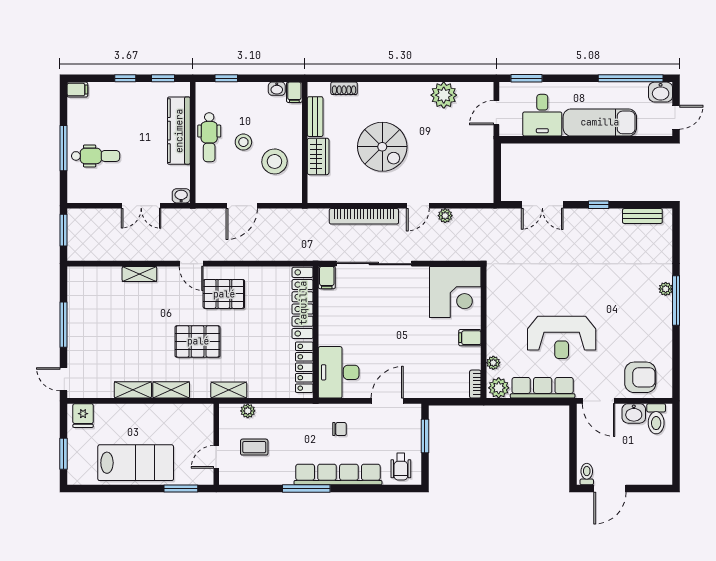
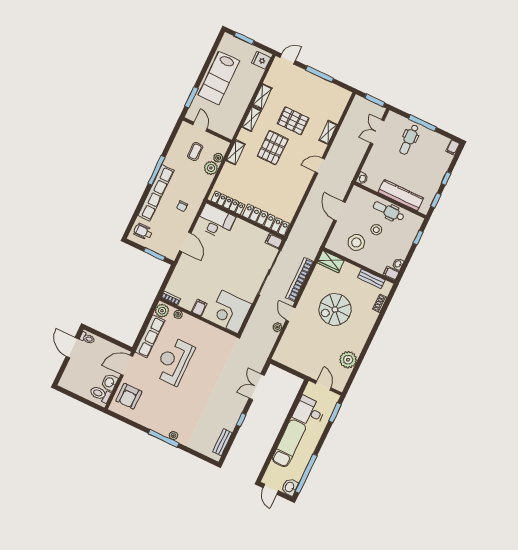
wardrobe: (318, 156) -> (331, 262), moved
double door: (141, 206) -> (377, 132), moved
pallet: (224, 294) -> (293, 121), moved, turned 90
plant: (267, 414) -> (211, 168), added

